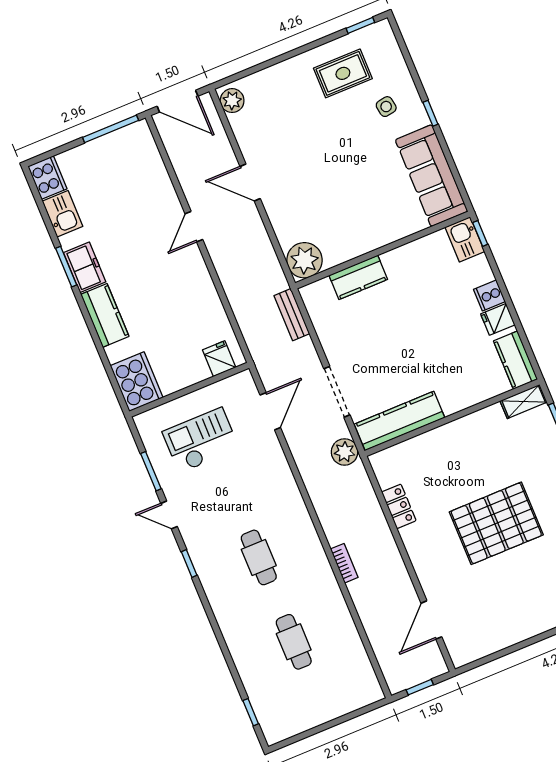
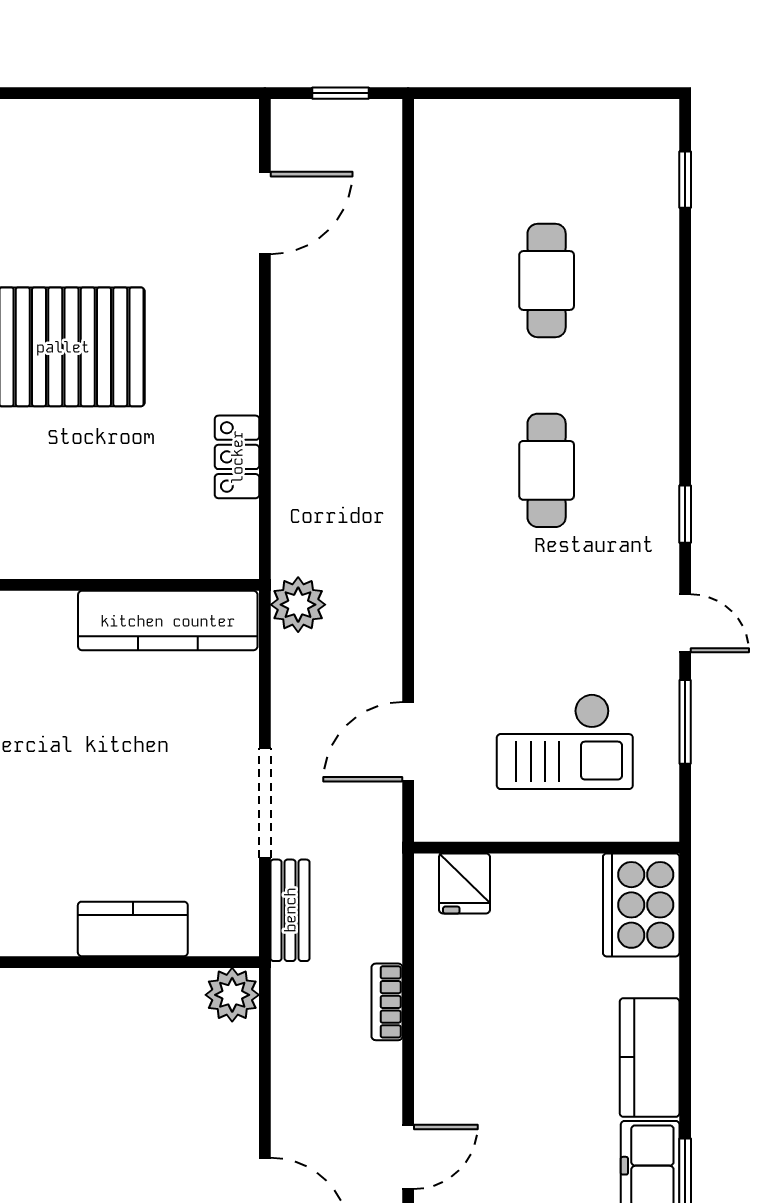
plant: (304, 260) -> (232, 995), width x0.73, depth x0.73
doorway: (337, 392) -> (265, 803), moved
bookcase: (344, 563) -> (387, 1002), moved

